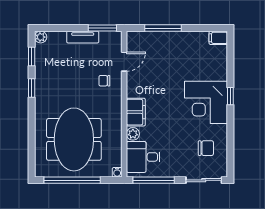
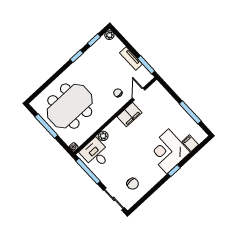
window: (163, 28) -> (190, 112), moved
filing cabinet: (218, 38) -> (190, 143), moved
door: (124, 62) -> (139, 94), swing flipped
corner desk: (206, 102) -> (168, 151), moved
filing cabinet: (136, 112) -> (129, 115), moved
window: (72, 180) -> (46, 126), width x0.68

